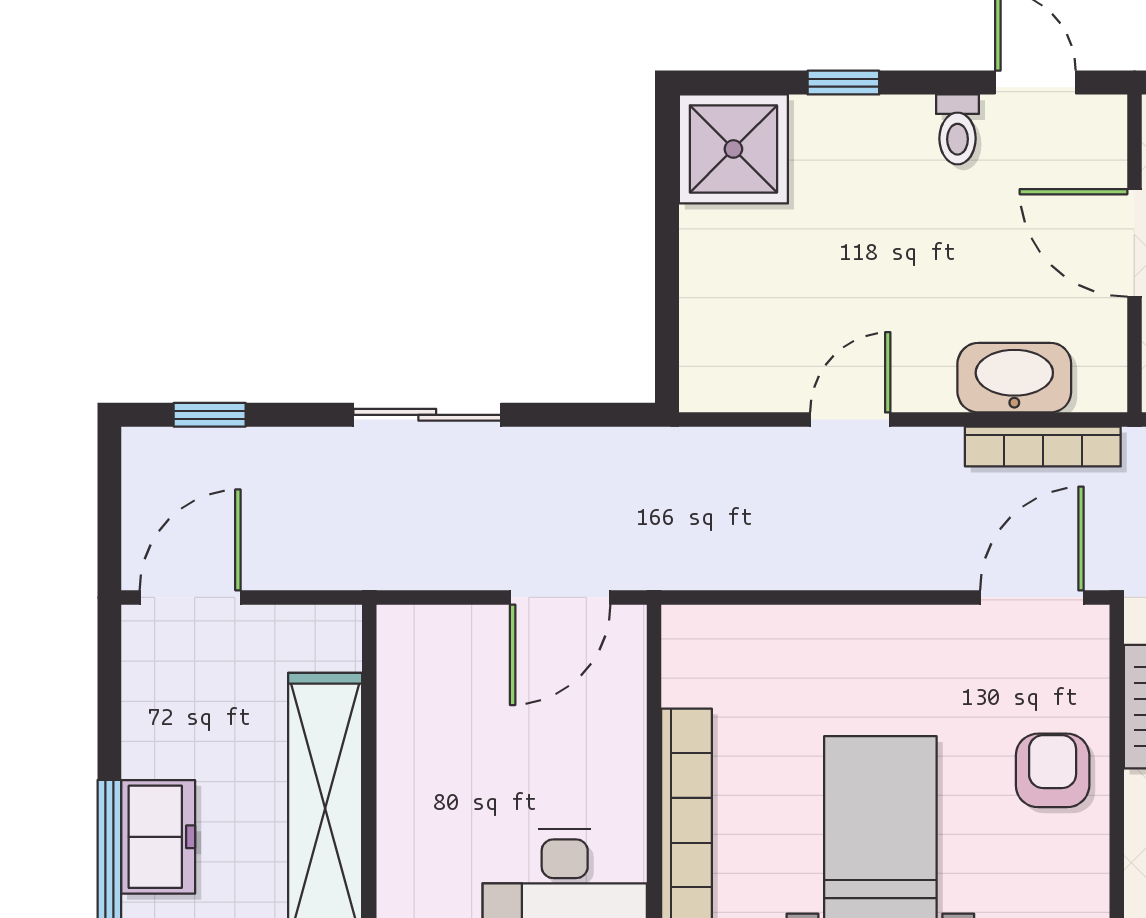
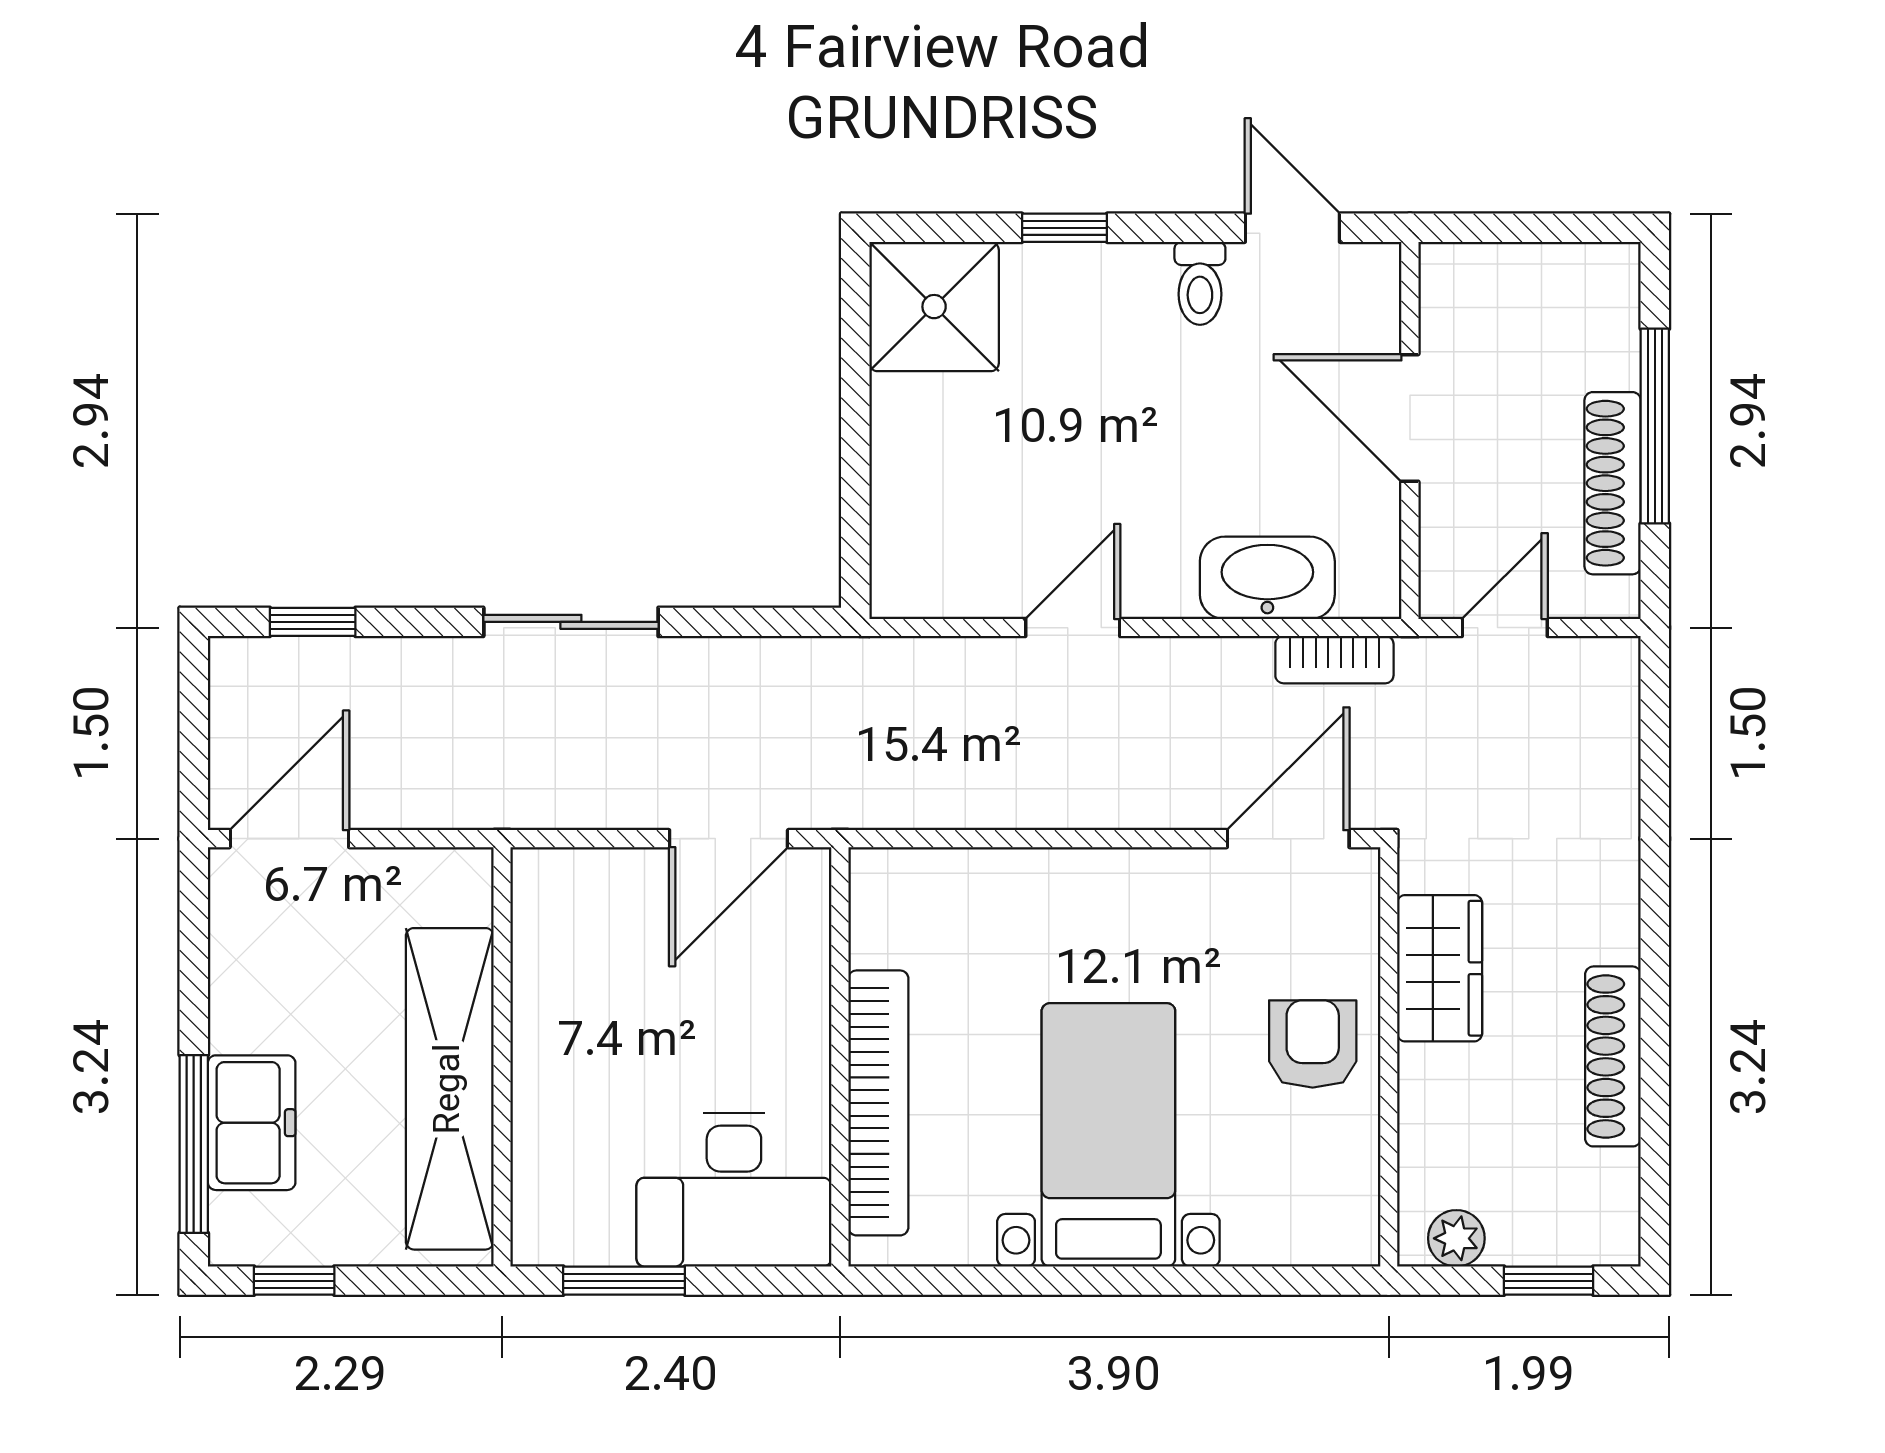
bookcase: (1043, 447) -> (1334, 660), width x0.64

